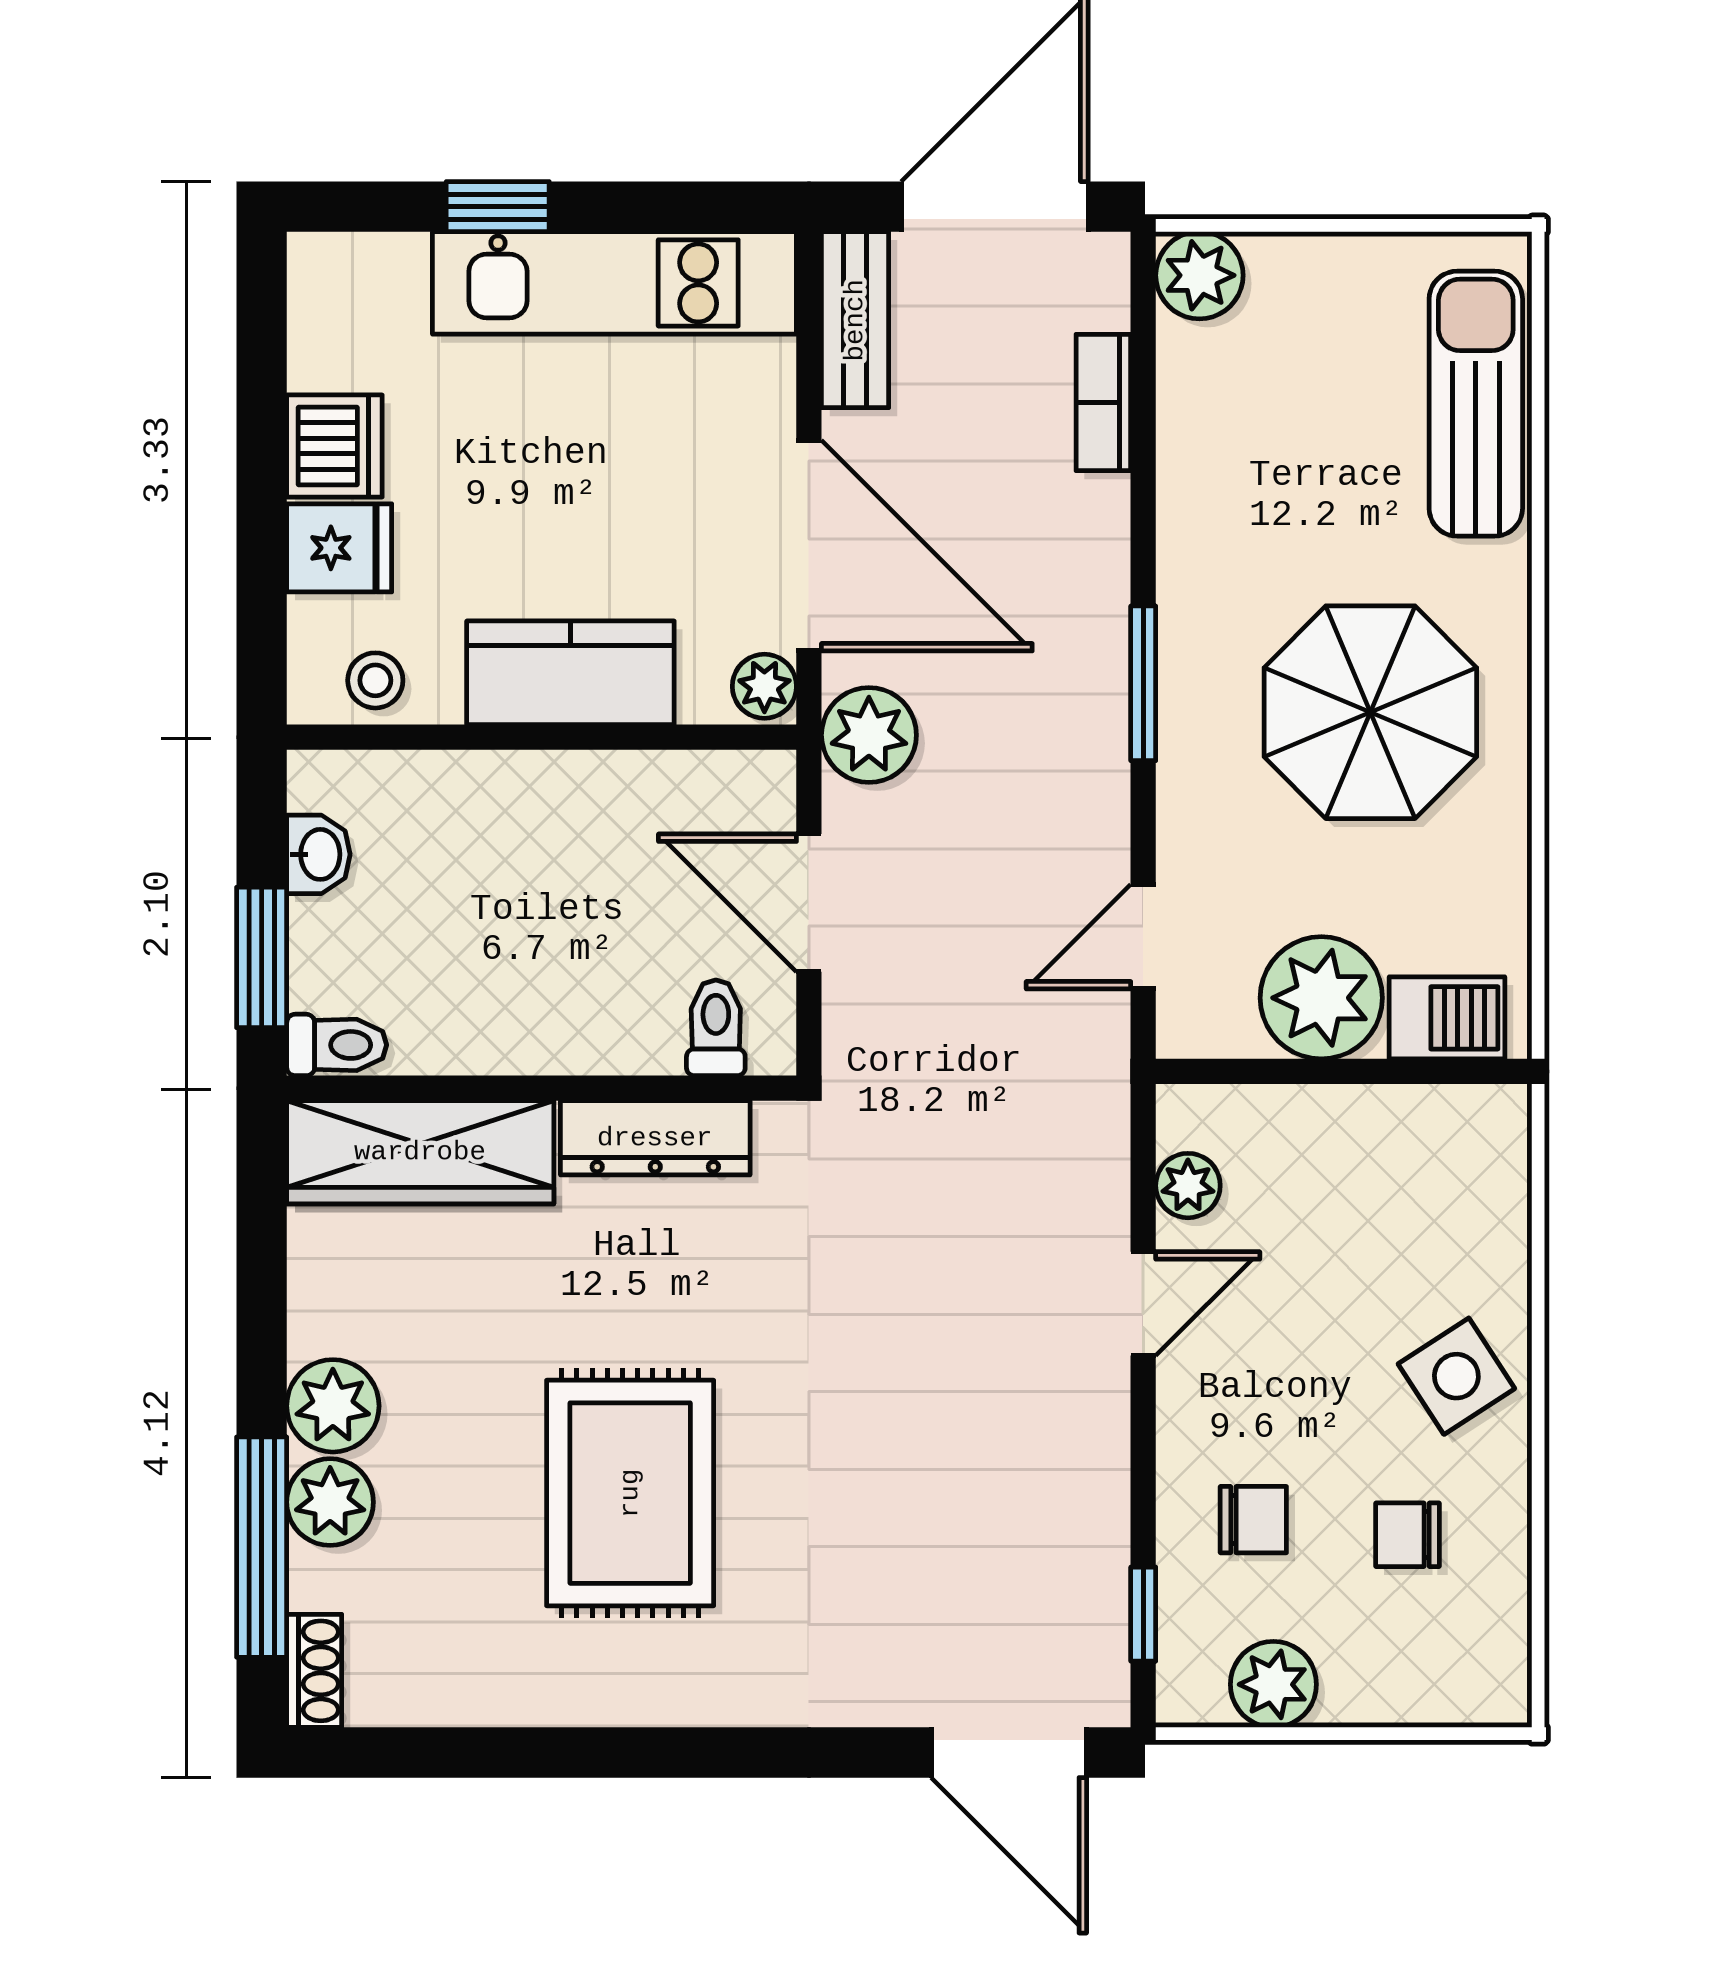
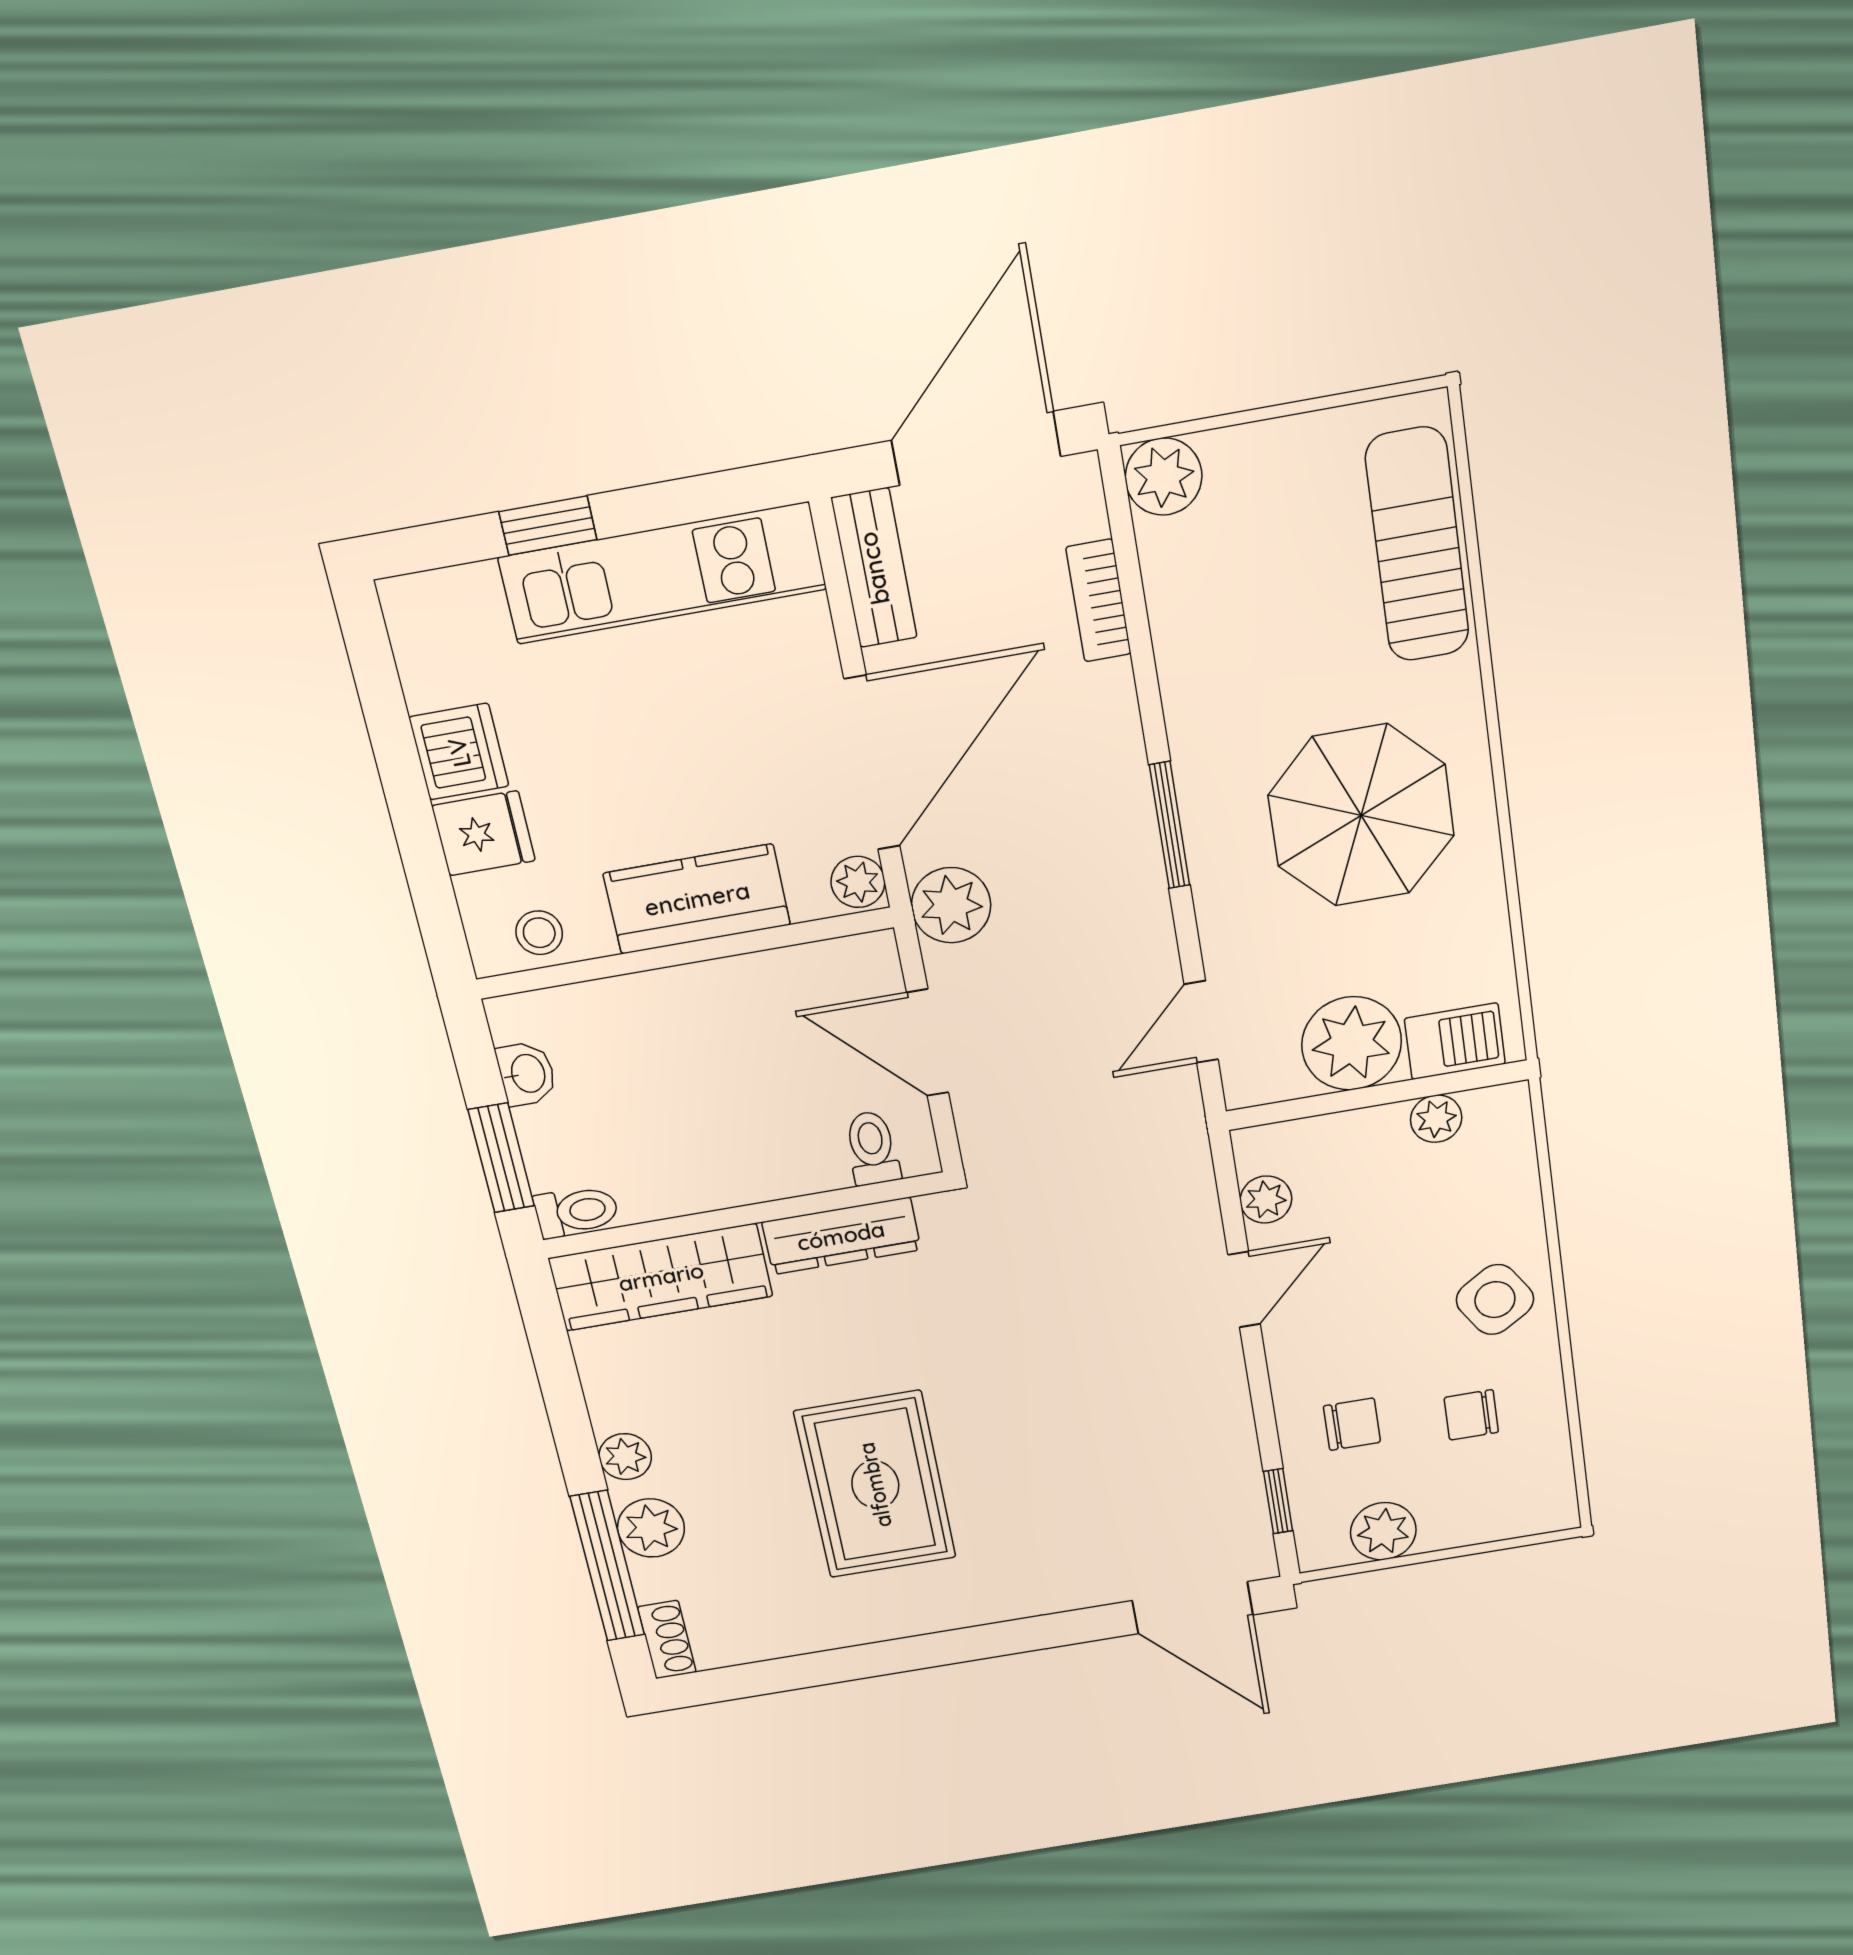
door: (809, 546) -> (872, 763), hinge flipped
plant: (1412, 1116) -> (1436, 1119), added
plant: (333, 1406) -> (625, 1457), width x0.73, depth x0.73

